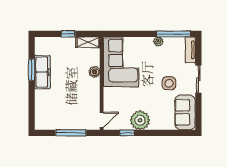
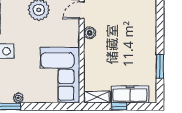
freezer: (42, 72) -> (130, 94), moved, turned 90
boiler: (94, 72) -> (90, 33), moved

